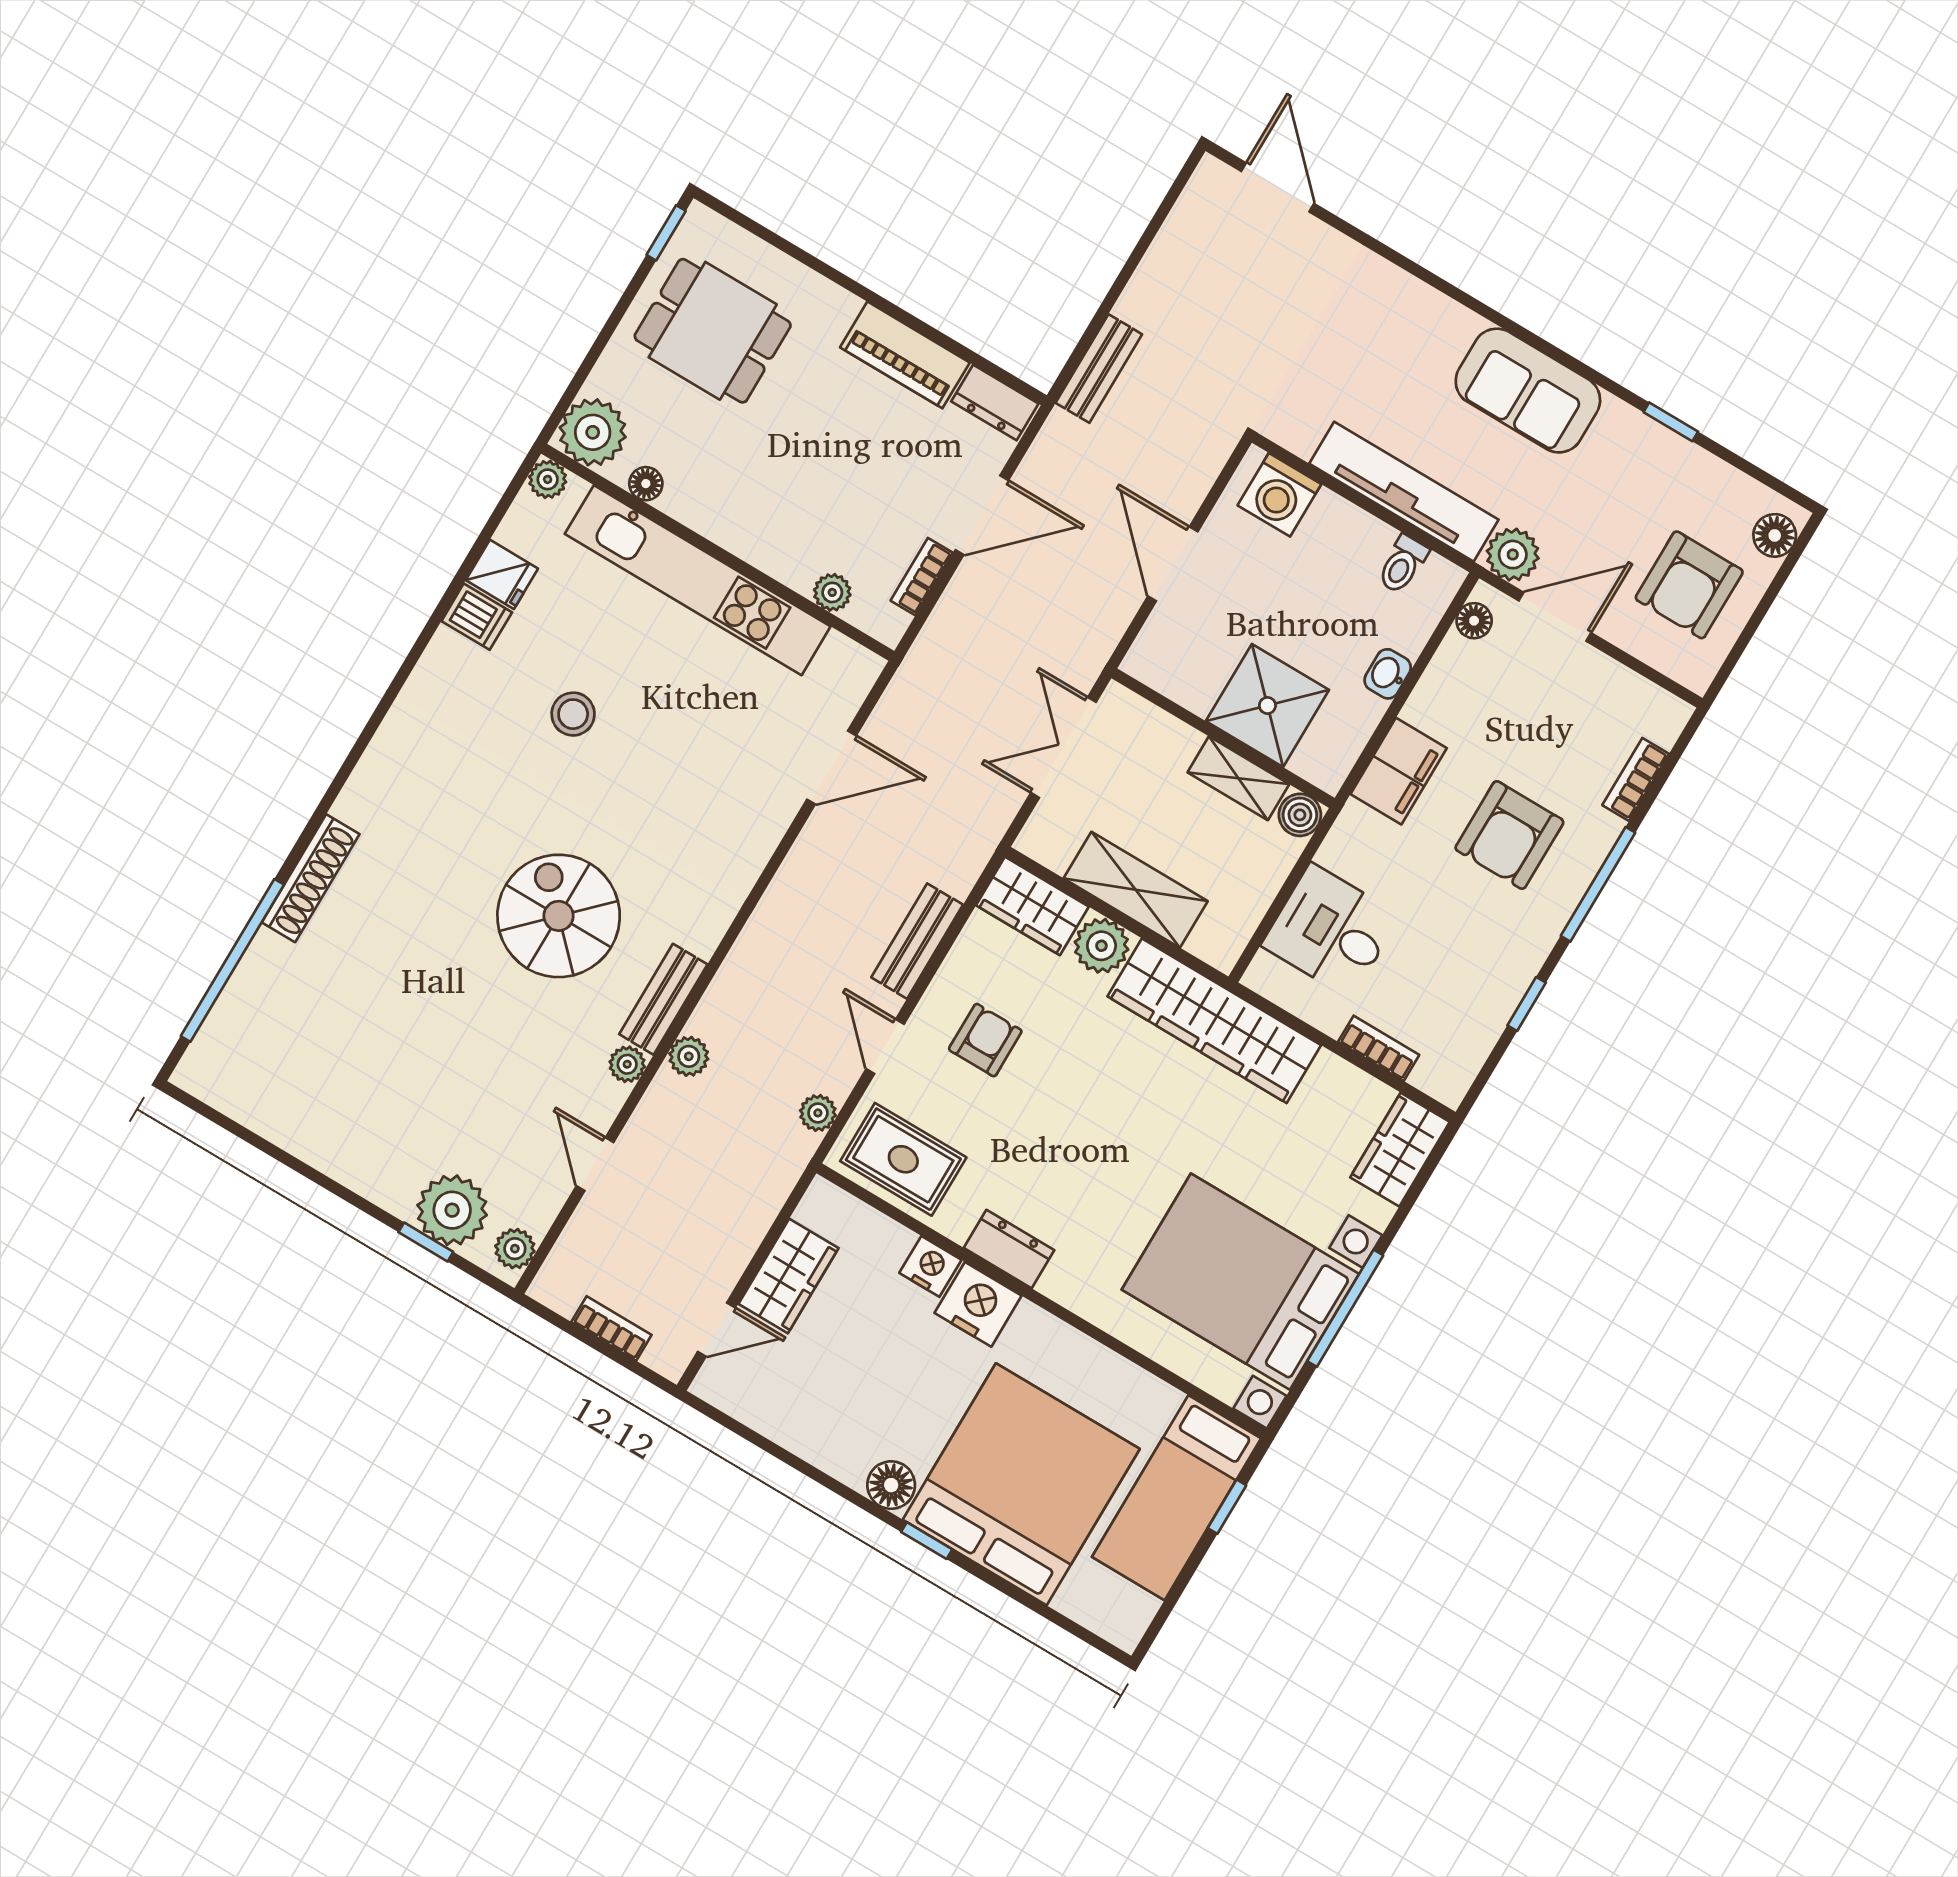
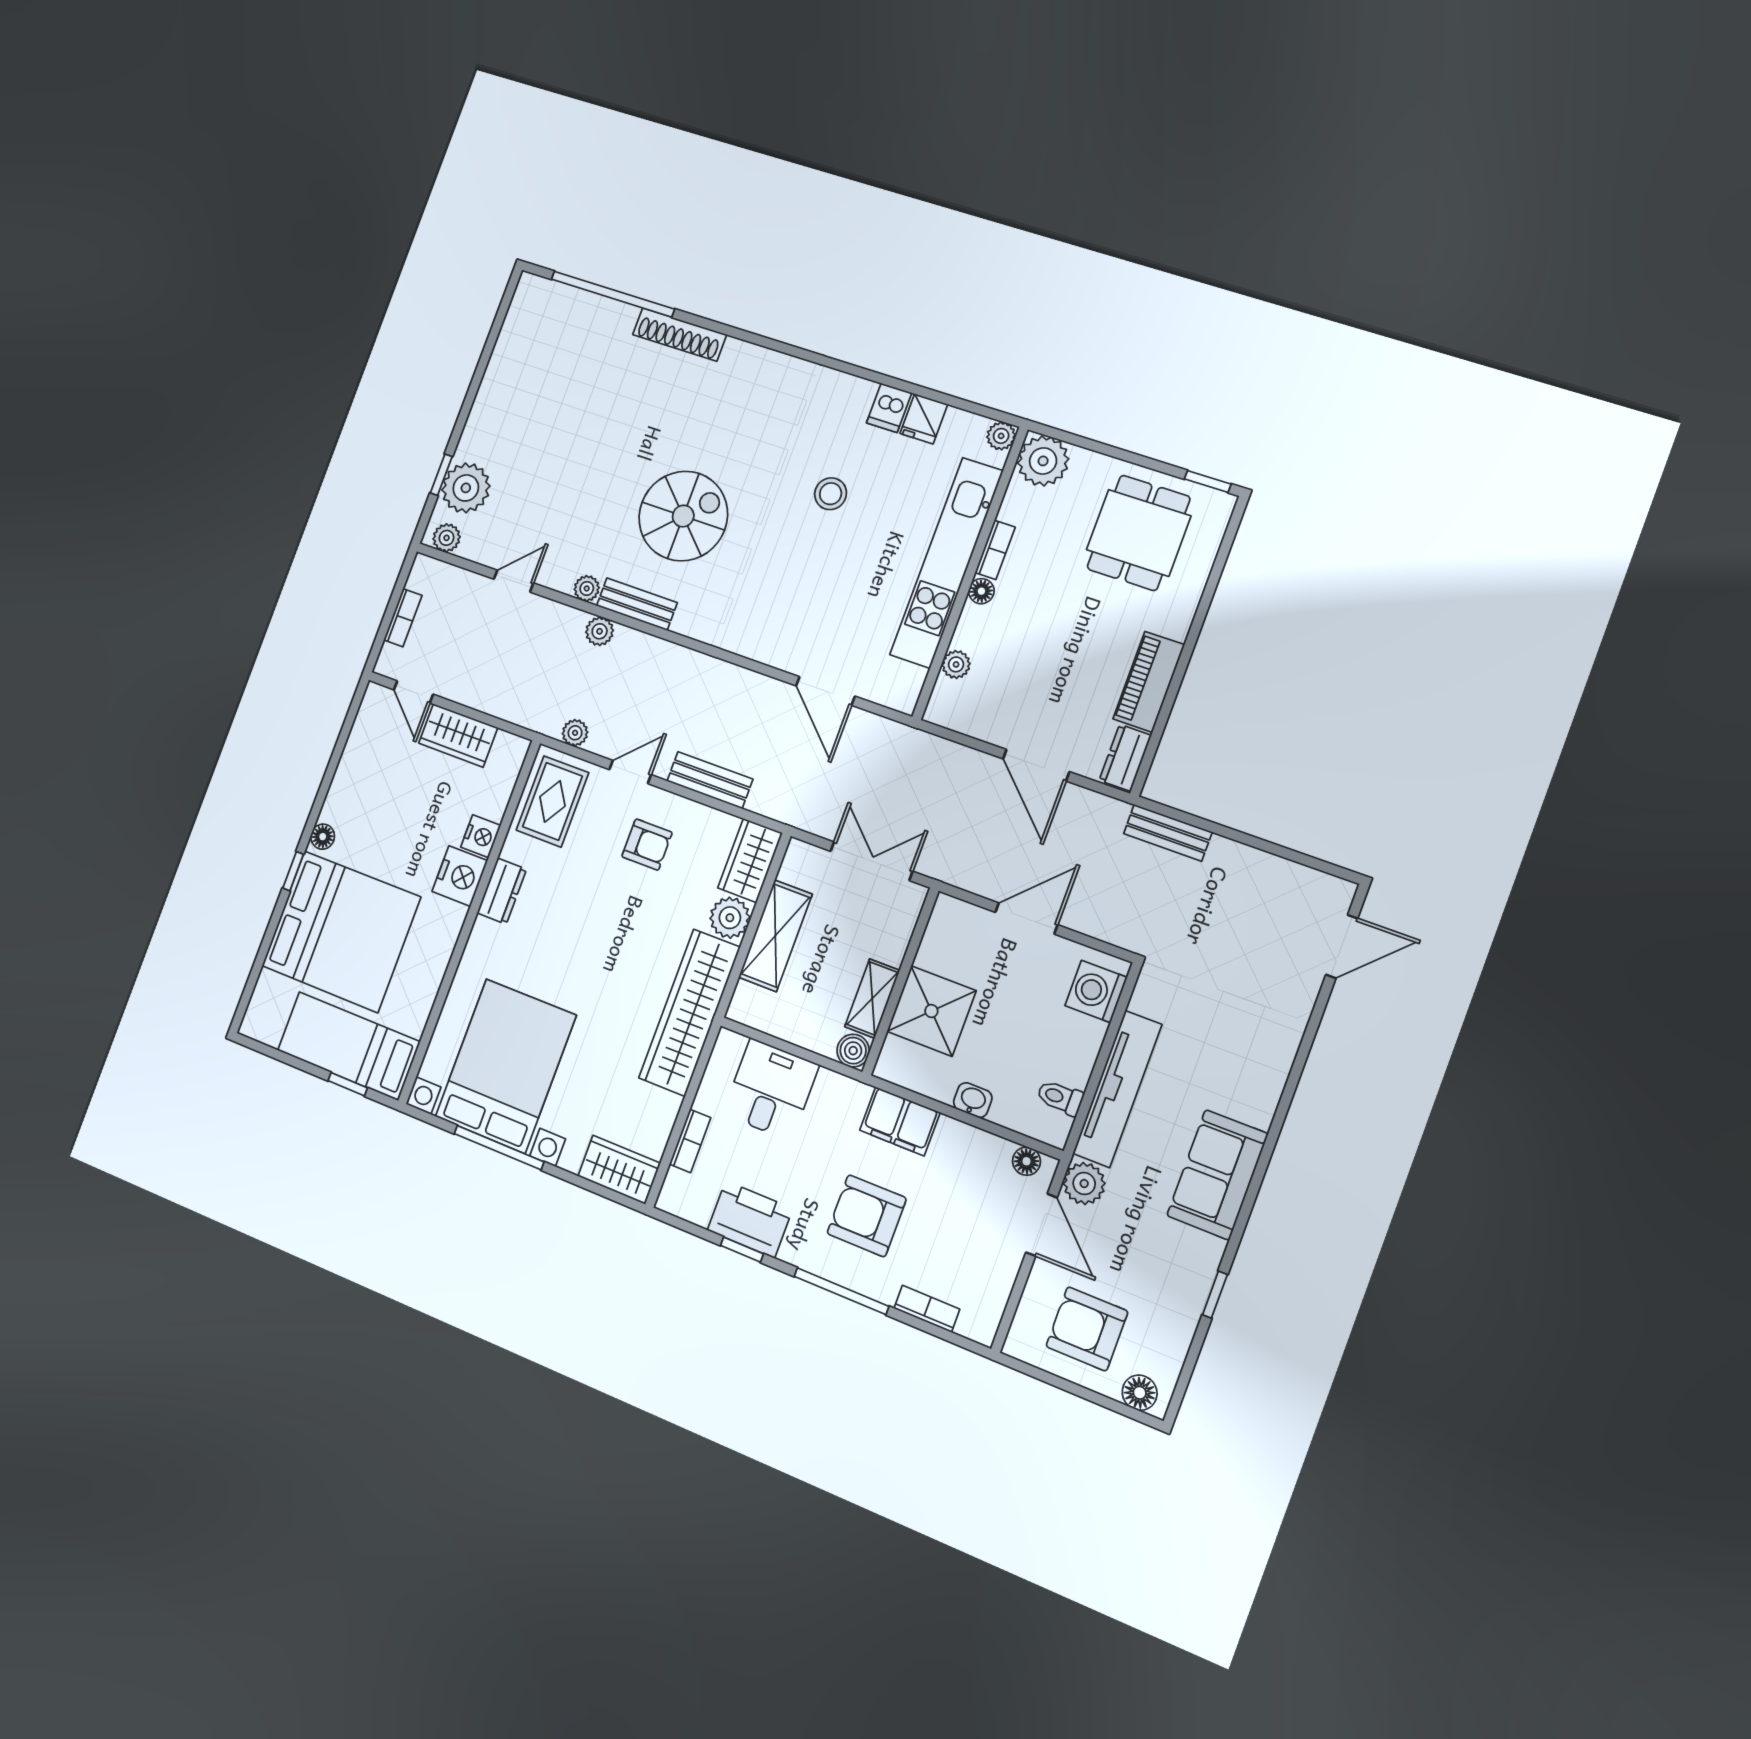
floor lamp: (646, 484) -> (981, 591), moved
bookcase: (922, 577) -> (995, 550), moved, turned 90
printer: (1490, 987) -> (750, 1219), added
floor lamp: (891, 1485) -> (323, 837), width x0.73, depth x0.73

